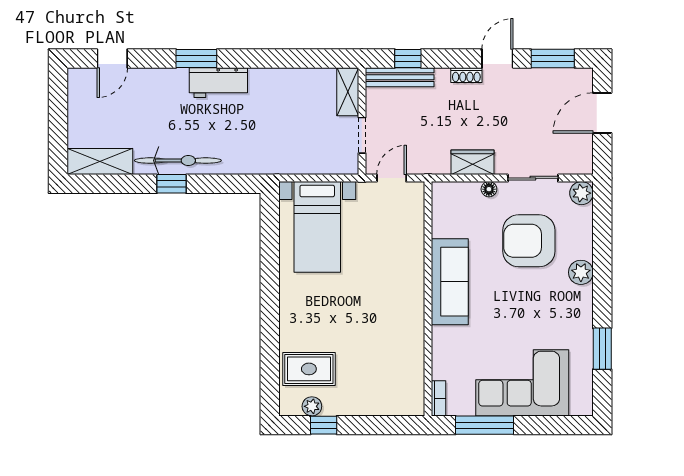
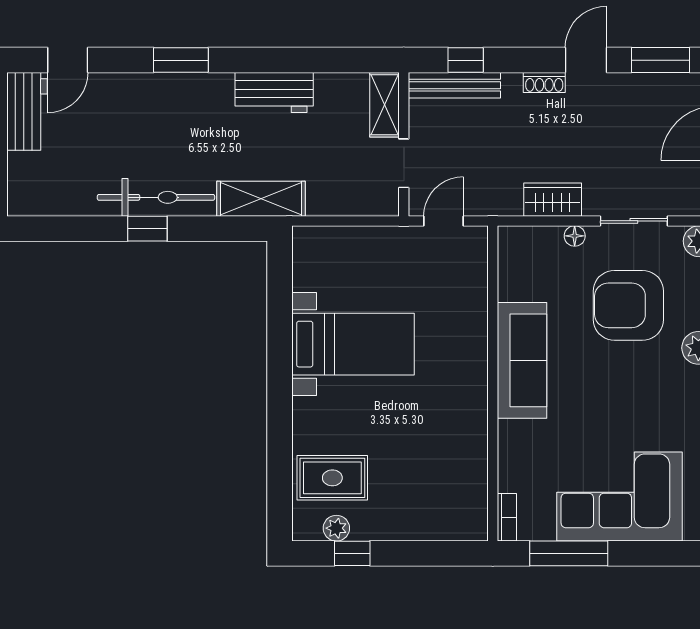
workbench: (218, 83) -> (274, 92), moved
workbench: (82, 97) -> (27, 111), added
shelving: (100, 162) -> (261, 199), moved
bed with nightstands: (317, 227) -> (353, 344), moved, turned -90

